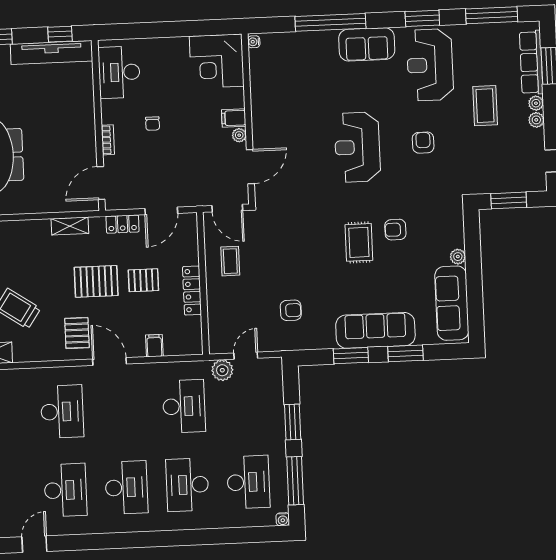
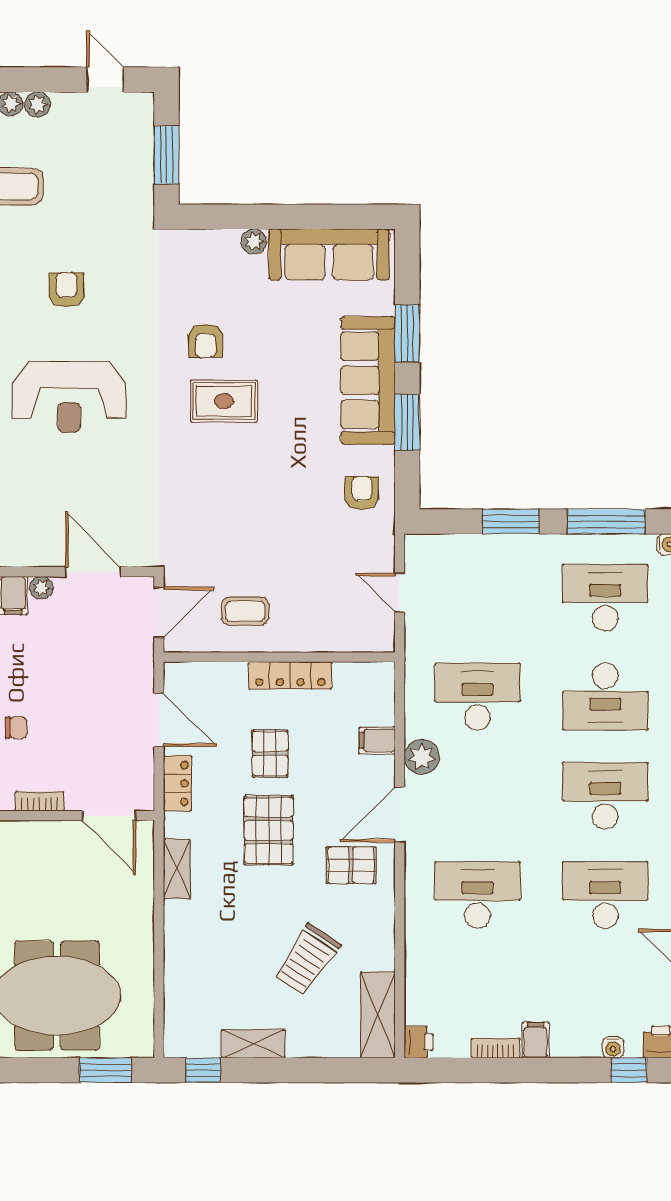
armchair: (423, 143) -> (66, 290), turned 90
armchair: (291, 310) -> (362, 493), moved
plant: (222, 370) -> (422, 757), moved

